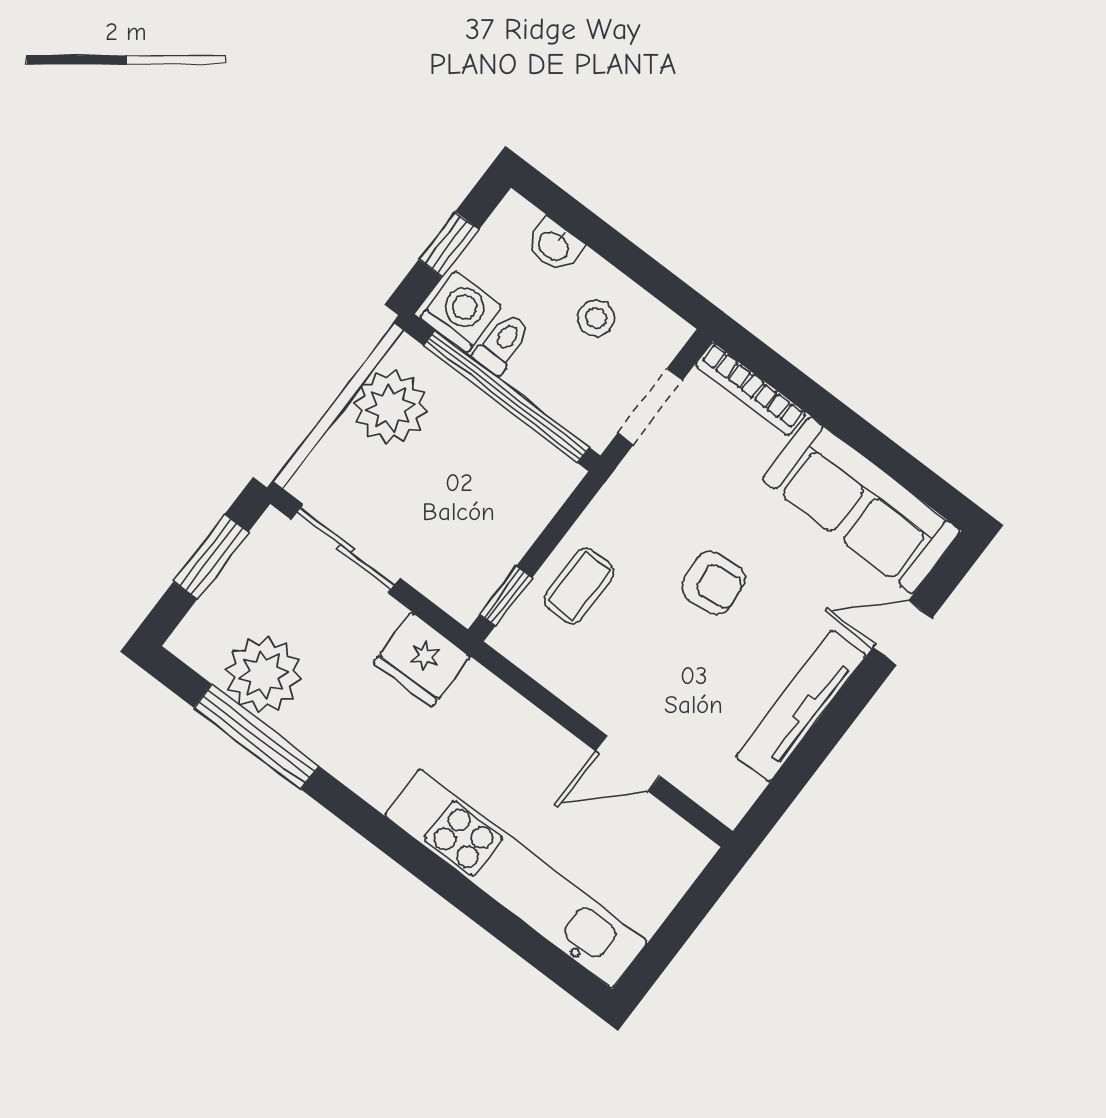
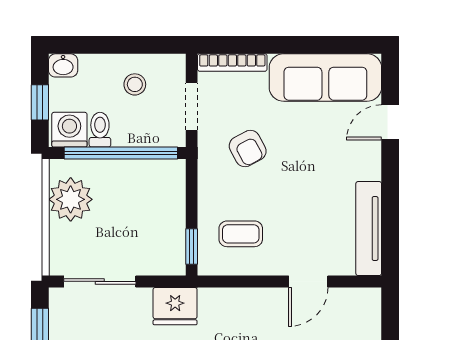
washbasin: (554, 245) -> (63, 65), moved
armchair: (714, 583) -> (248, 149), moved, turned 68
coffee table: (579, 586) -> (241, 234), moved, turned 90
tv unit: (801, 706) -> (369, 229), moved

